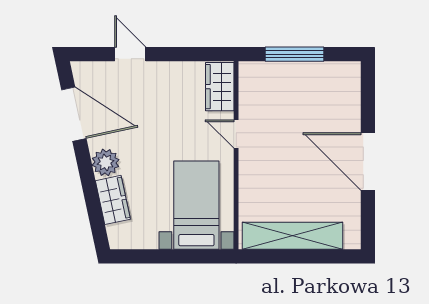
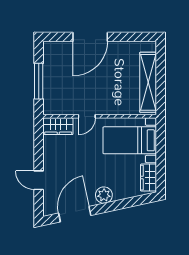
door: (130, 54) -> (39, 180), hinge flipped
door: (368, 162) -> (90, 37), moved
wardrobe: (113, 200) -> (148, 178), moved, turned -78

